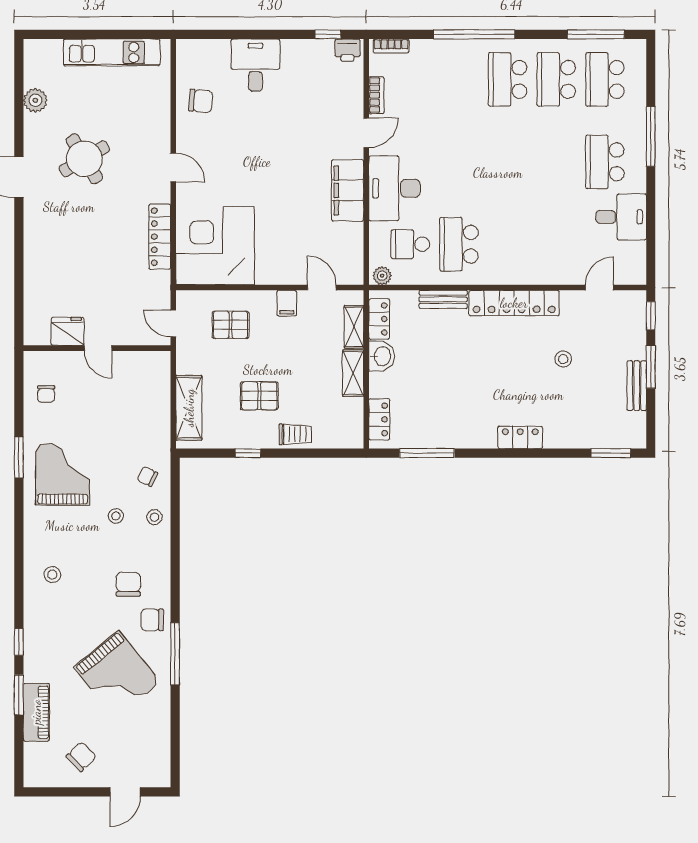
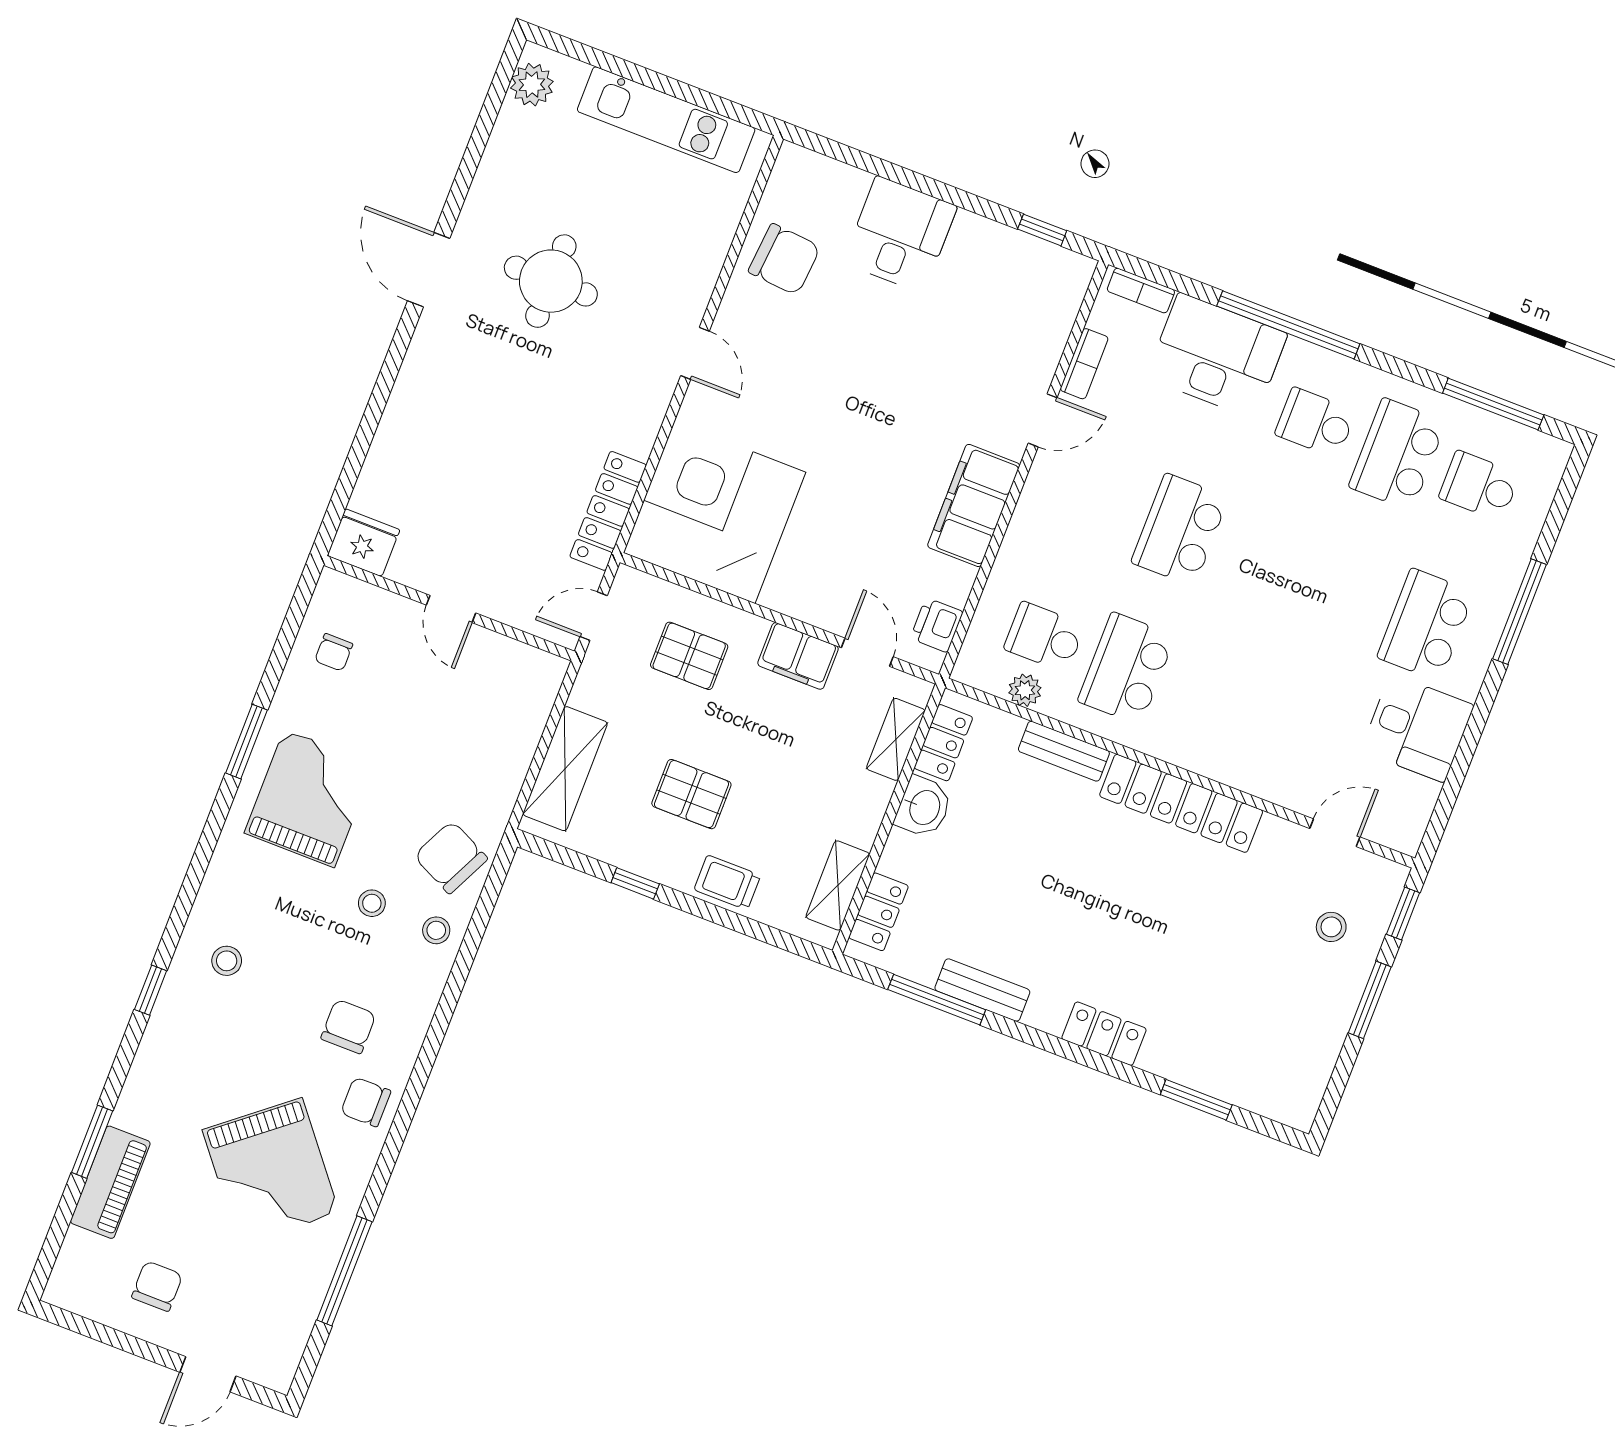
printer: (347, 50) -> (937, 625), moved, turned 90
school desk: (508, 79) -> (1315, 423), width x0.54
school desk: (605, 79) -> (1479, 486), width x0.54
plant: (35, 100) -> (532, 85), moved
chair: (201, 101) -> (784, 259), width x1.37, depth x1.37
round table: (84, 159) -> (551, 281), turned 31
school desk: (459, 162) -> (1180, 530), added
desk: (395, 188) -> (1217, 356), moved, turned 90
locker: (160, 237) -> (608, 511), moved
plant: (382, 276) -> (1025, 690), moved
filing cabinet: (287, 303) -> (798, 656), width x2.00
door: (173, 323) -> (594, 616), hinge flipped
fridge: (68, 331) -> (363, 543), moved
stool: (563, 359) -> (1331, 927), moved
shelving: (353, 373) -> (838, 885), moved
bench: (637, 386) -> (982, 990), moved, turned 90
trolley: (295, 434) -> (727, 882), turned 180
window: (611, 453) -> (1196, 1100), moved
chair: (147, 476) -> (451, 857), width x1.87, depth x1.87
window: (19, 642) -> (151, 990), moved
window: (175, 654) -> (344, 1271), moved
chair: (81, 757) -> (157, 1286), turned -46

